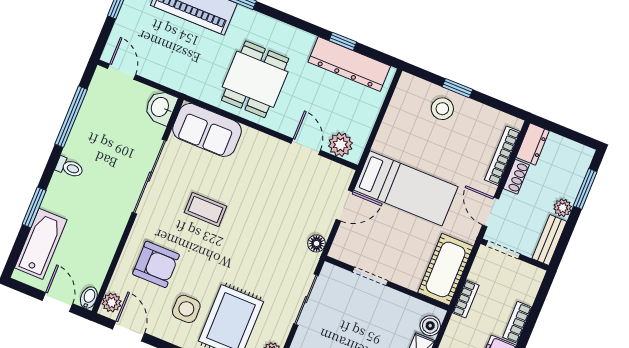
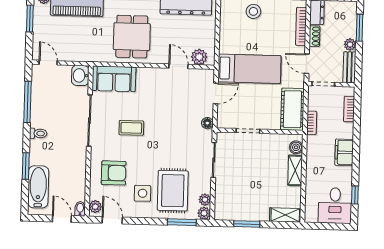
bookcase: (517, 322) -> (349, 109), moved

